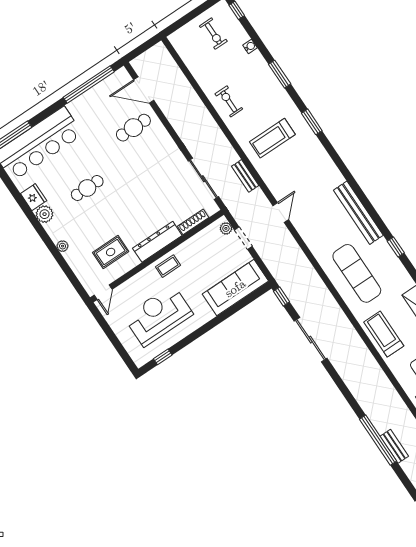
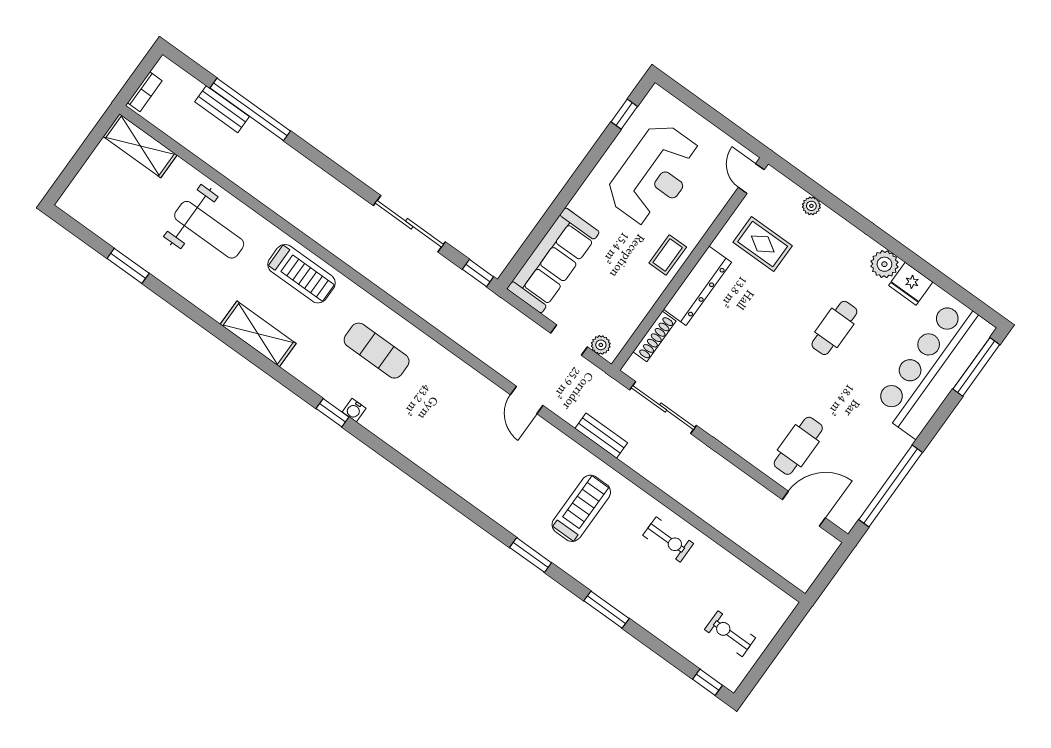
water cooler: (250, 46) -> (354, 410), moved
bench: (358, 213) -> (409, 444), removed
plant: (63, 246) -> (811, 206), moved
rug: (111, 252) -> (763, 244), turned 90
exercise mat: (357, 273) -> (377, 351), width x0.73, depth x0.69

